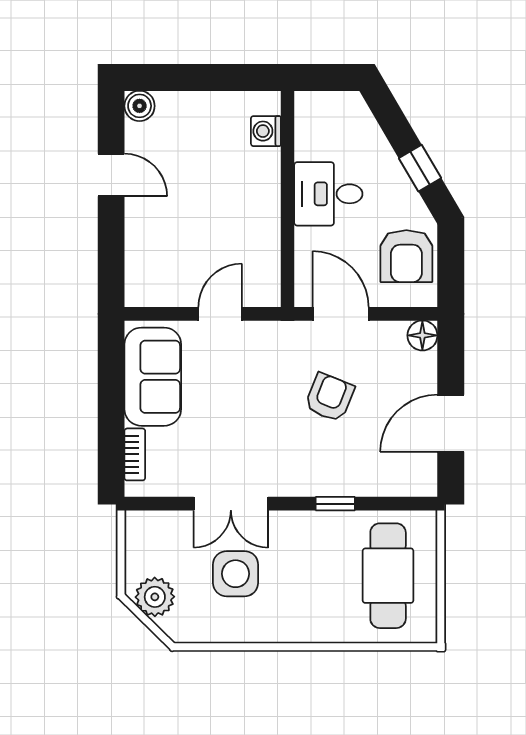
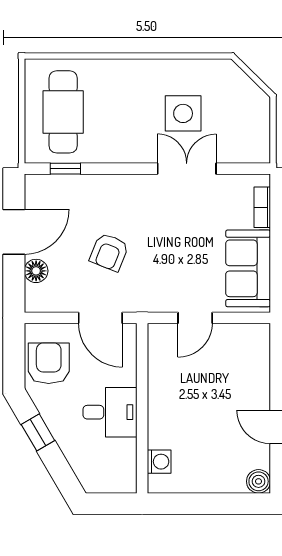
floor lamp: (422, 335) -> (36, 271), moved
window: (335, 504) -> (65, 169), moved
plant: (155, 597) -> (247, 95), removed

